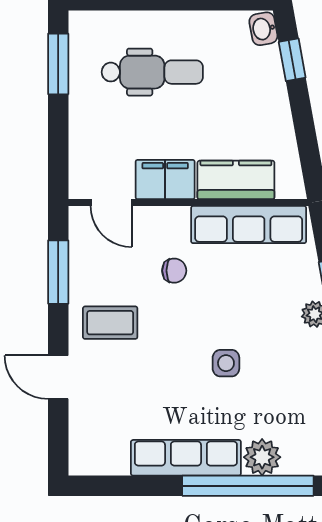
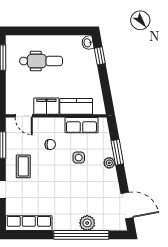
row of seats: (249, 225) -> (81, 125), width x0.68
coffee table: (110, 323) -> (23, 166), turned 90
side table: (226, 363) -> (79, 158), moved
row of seats: (186, 458) -> (29, 223), moved

